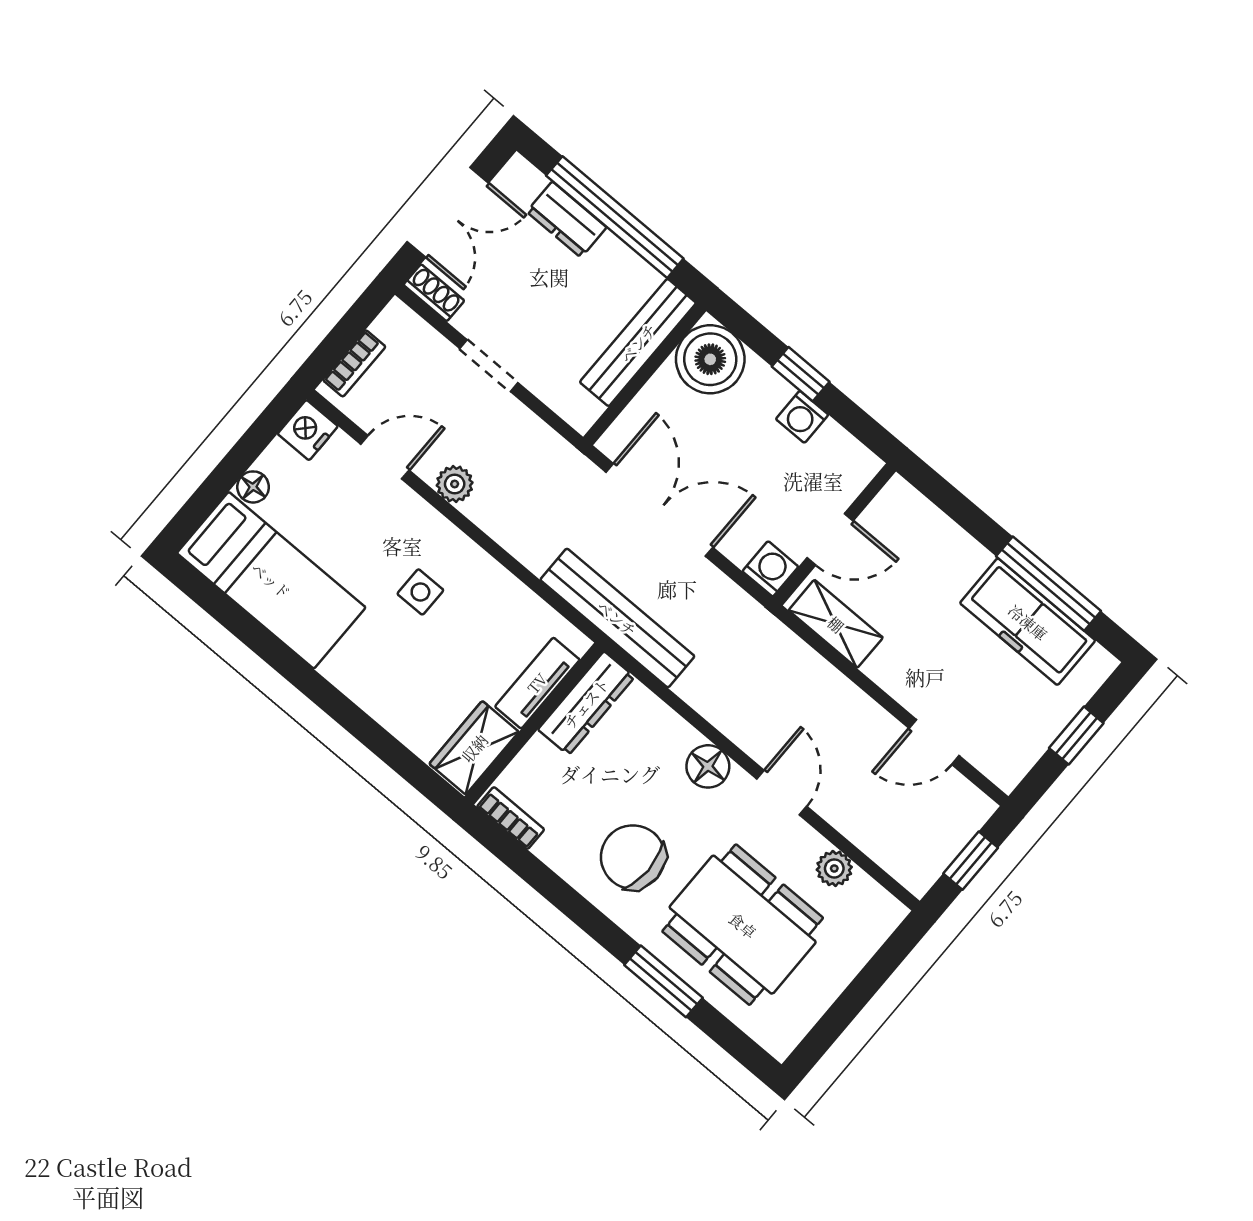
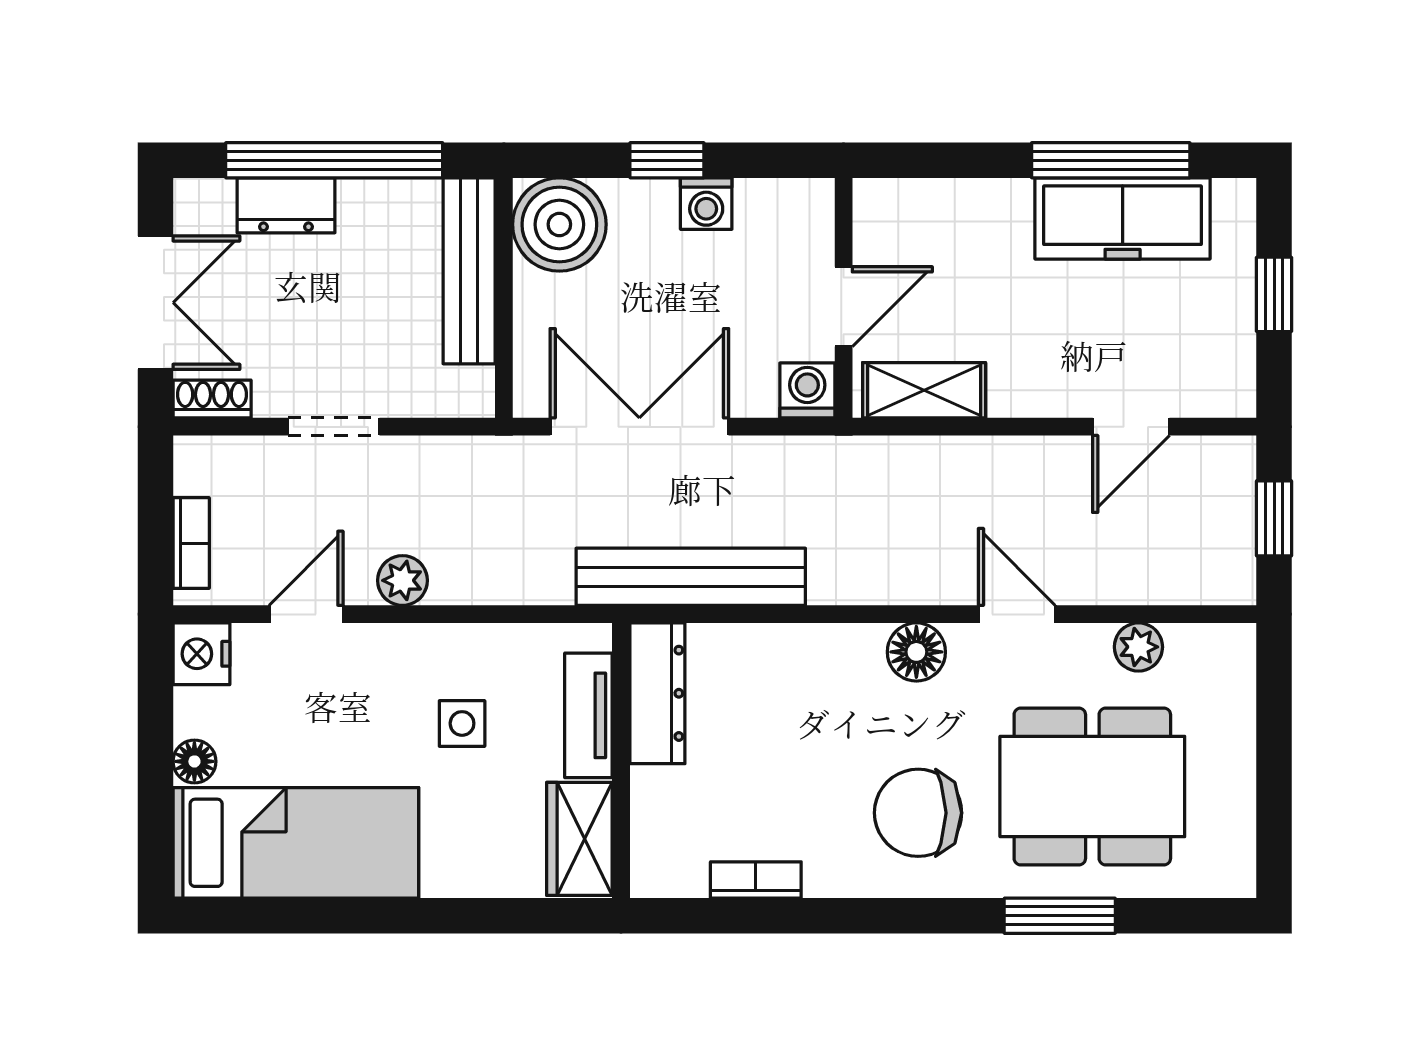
tv unit: (537, 683) -> (588, 715), moved
dresser: (586, 703) -> (657, 693), moved
wall: (534, 724) -> (621, 761), moved
wardrobe: (474, 748) -> (579, 839), moved

